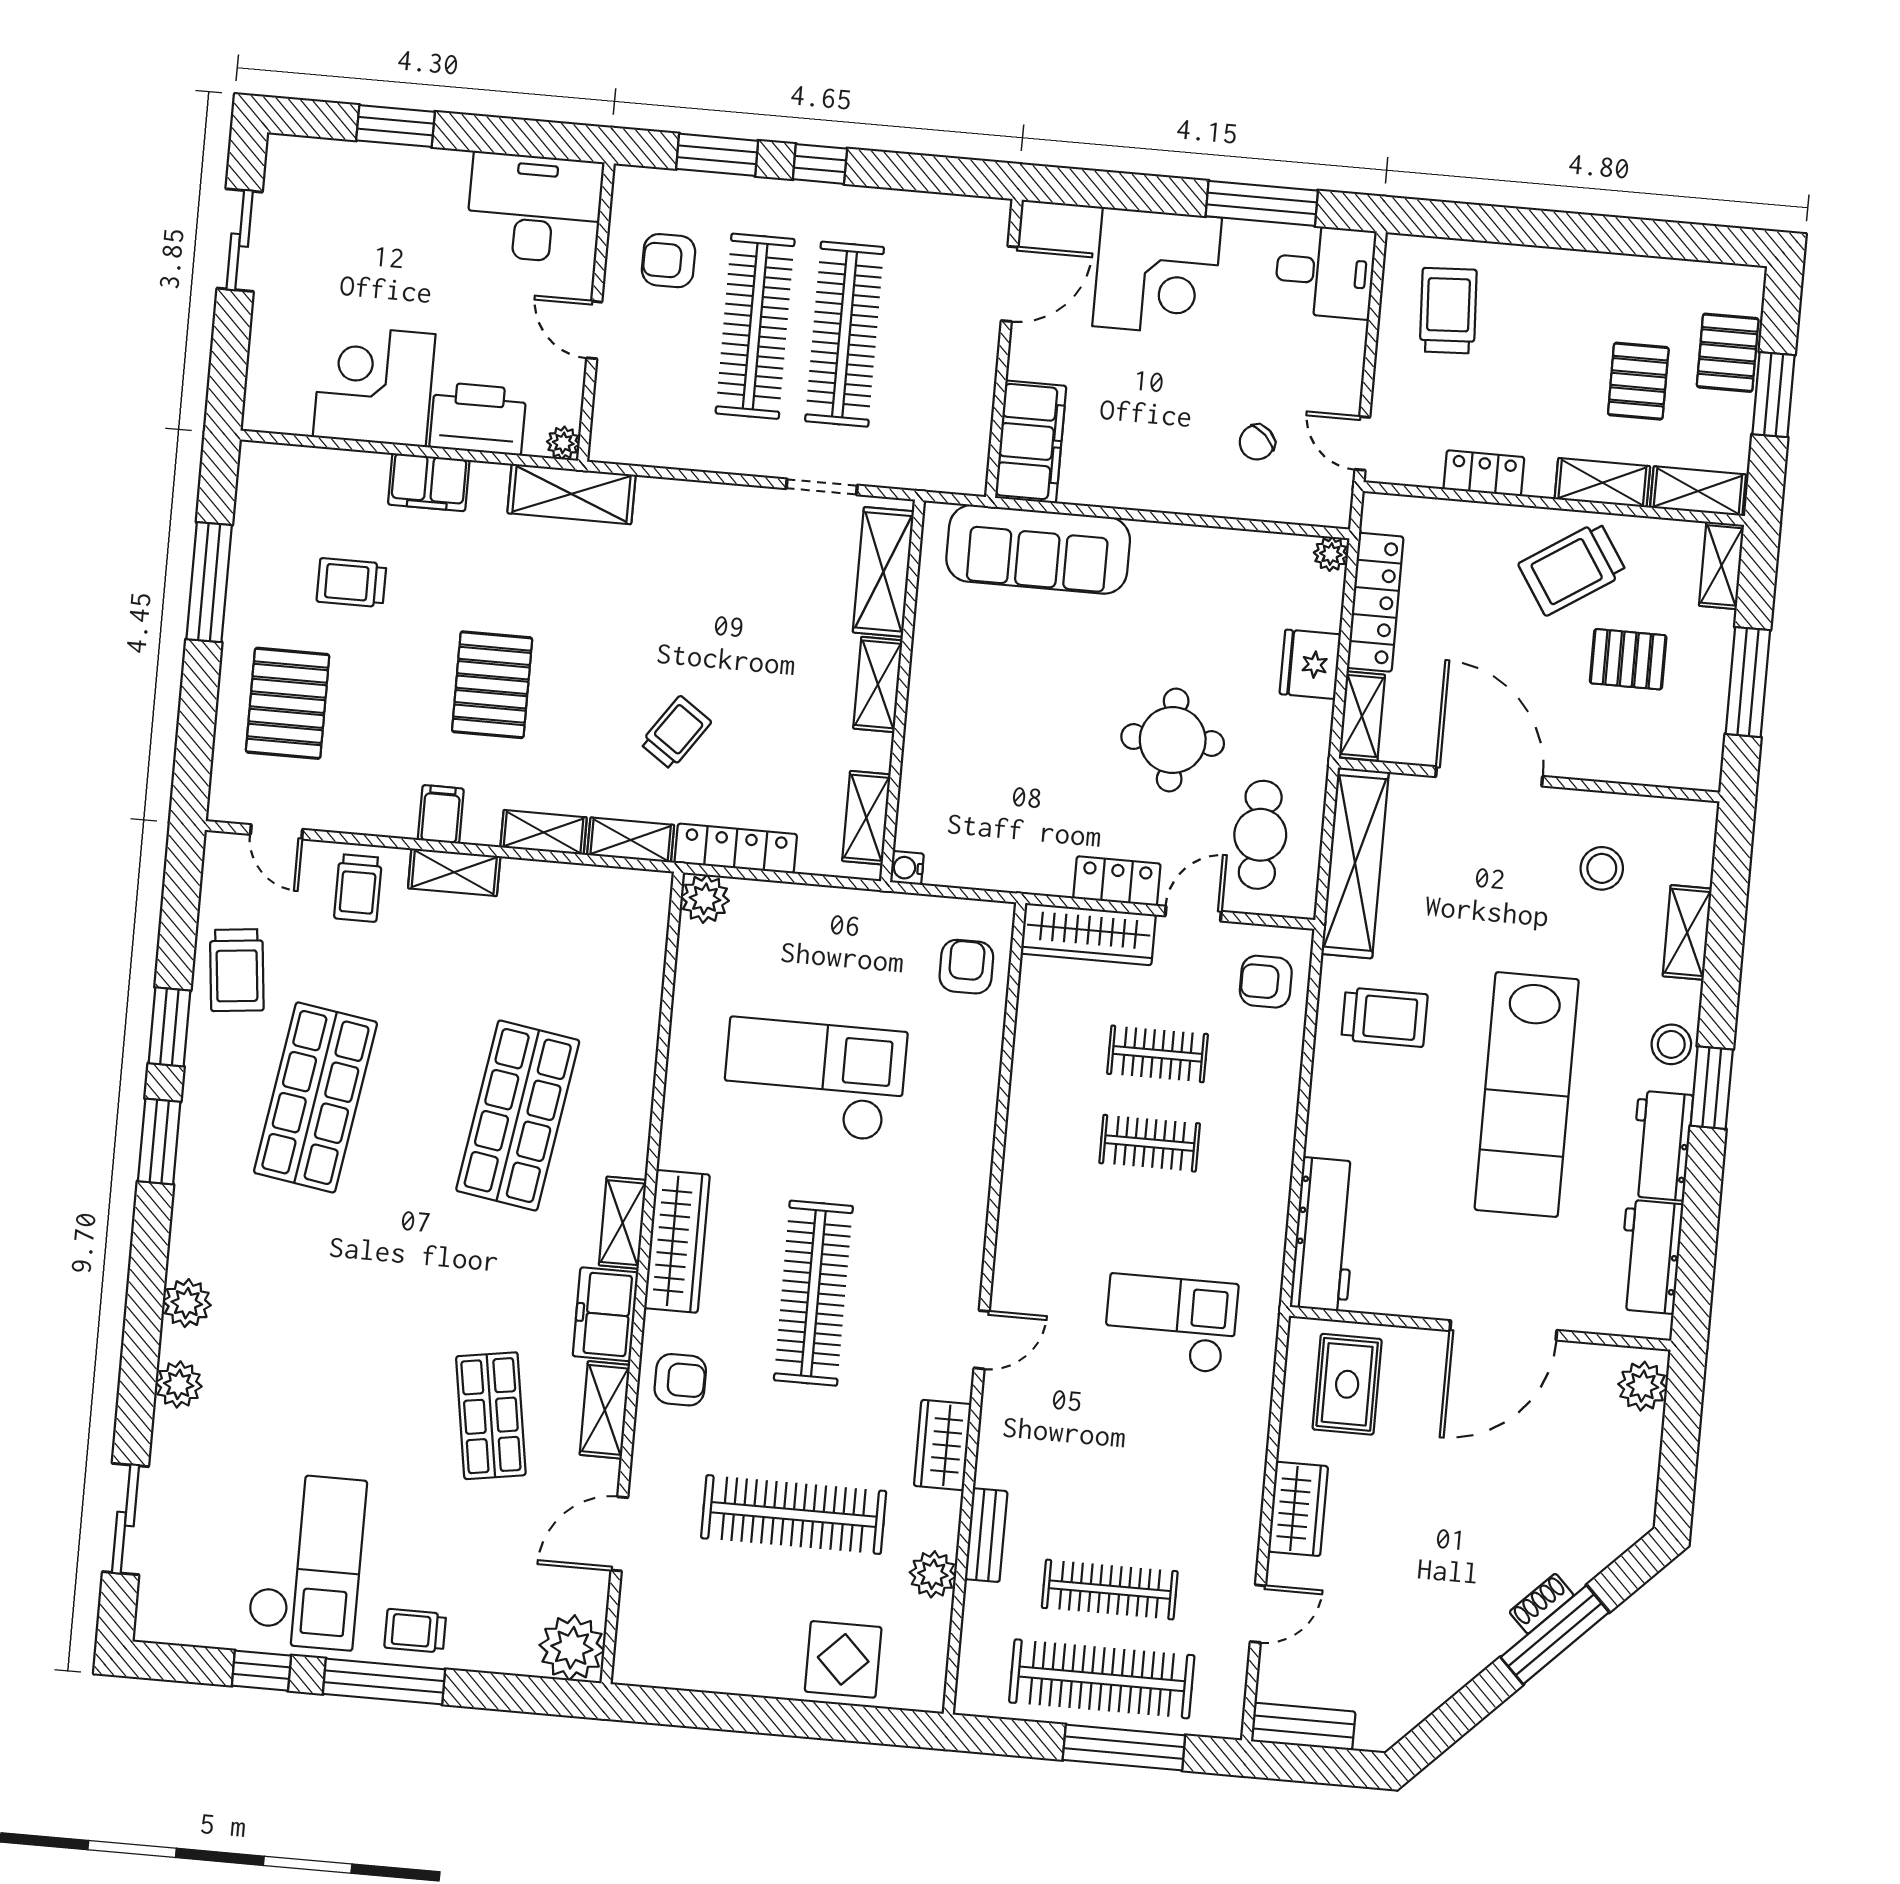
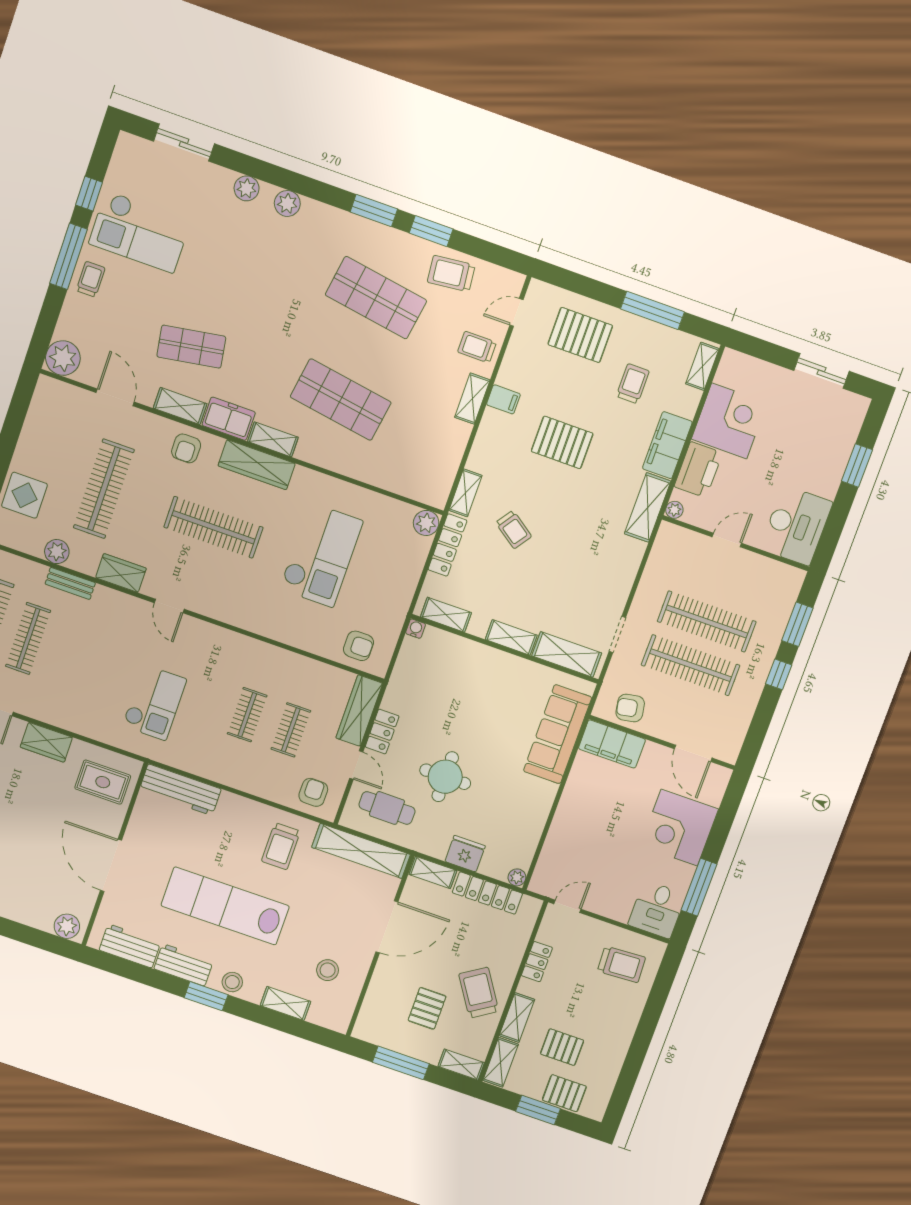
armchair: (669, 261) -> (630, 708), moved, turned -100
chair: (1257, 442) -> (582, 855), removed
filing cabinet: (429, 482) -> (667, 445), width x1.50, depth x1.17
shelving: (544, 832) -> (702, 366), moved

